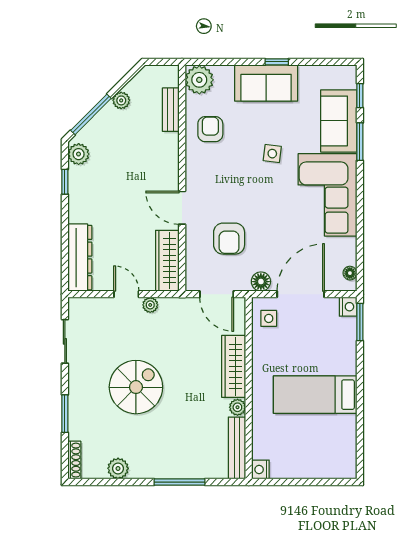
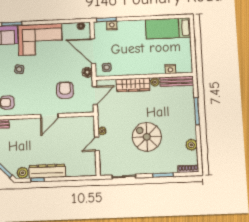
armchair: (229, 239) -> (65, 90), turned -90
dresser: (80, 258) -> (47, 171), moved
wardrobe: (167, 261) -> (78, 123), removed
nightstand: (348, 307) -> (112, 26), moved
bed: (315, 395) -> (168, 28), moved, turned 90
nightstand: (260, 469) -> (170, 69), moved

